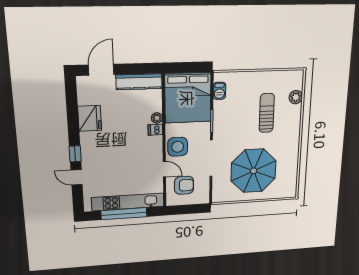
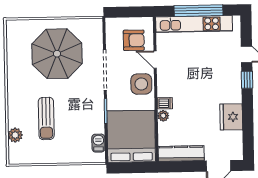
armchair: (184, 185) -> (134, 40), turned 180

